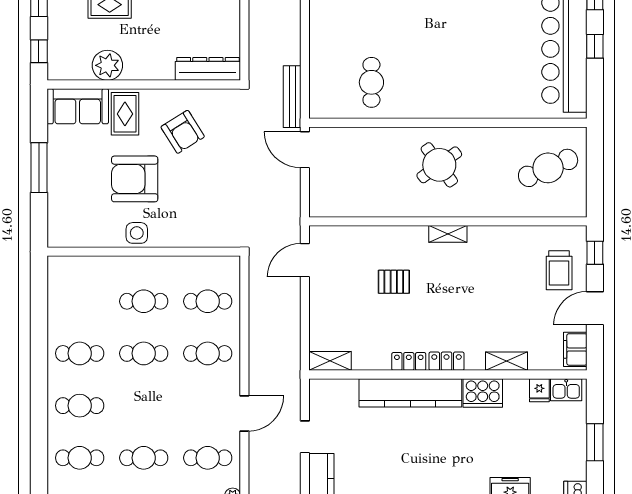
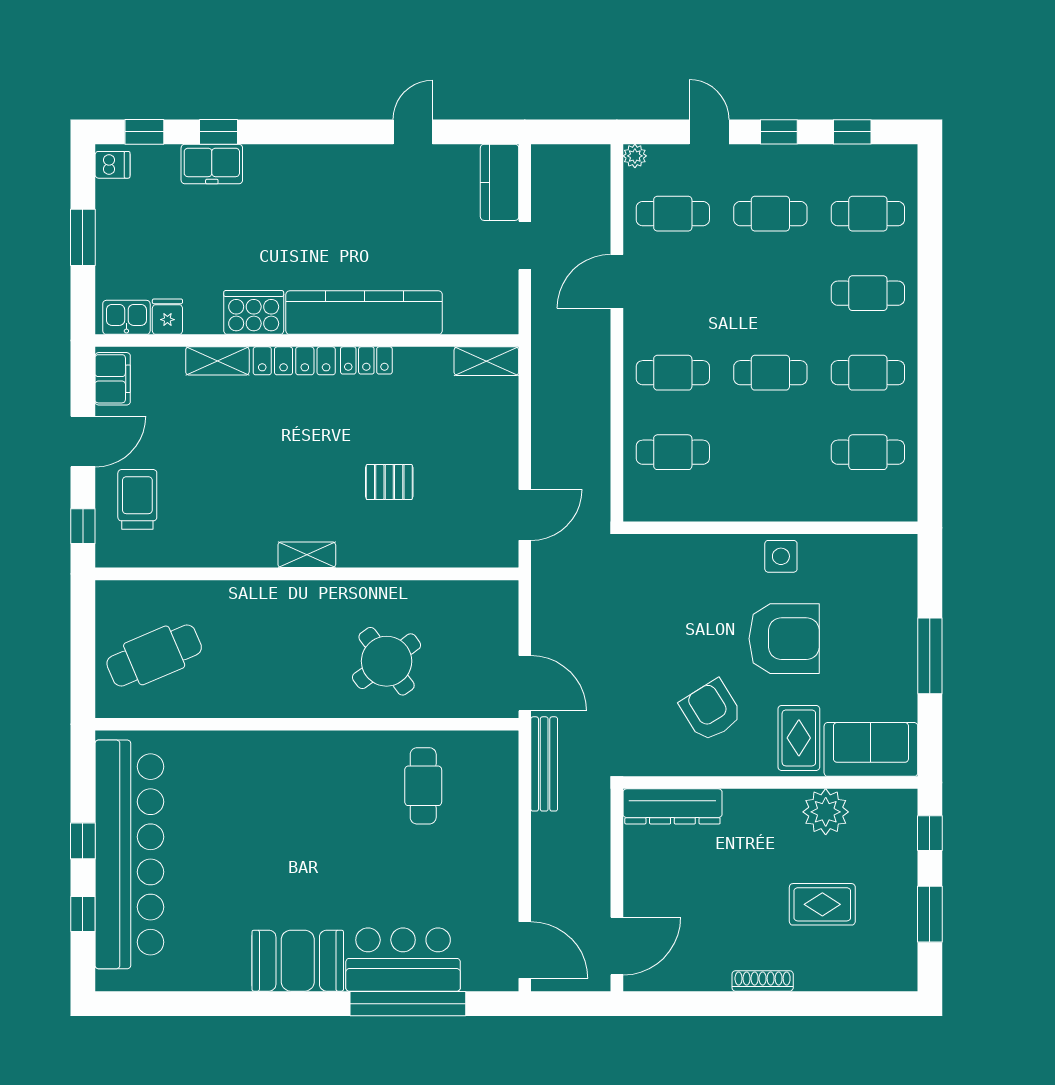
round table: (439, 165) -> (387, 661), moved
cafe table: (144, 301) -> (868, 452), moved
locker: (447, 361) -> (294, 361), width x1.53

